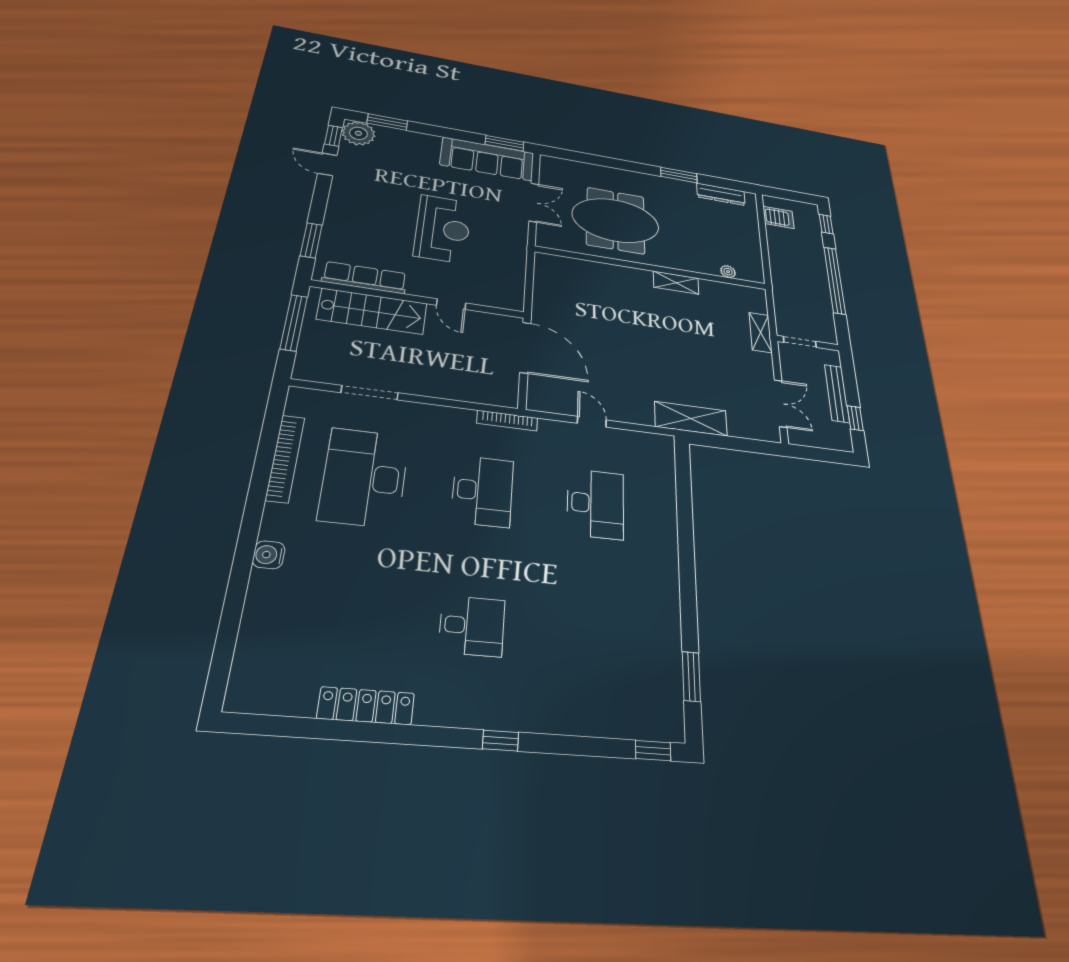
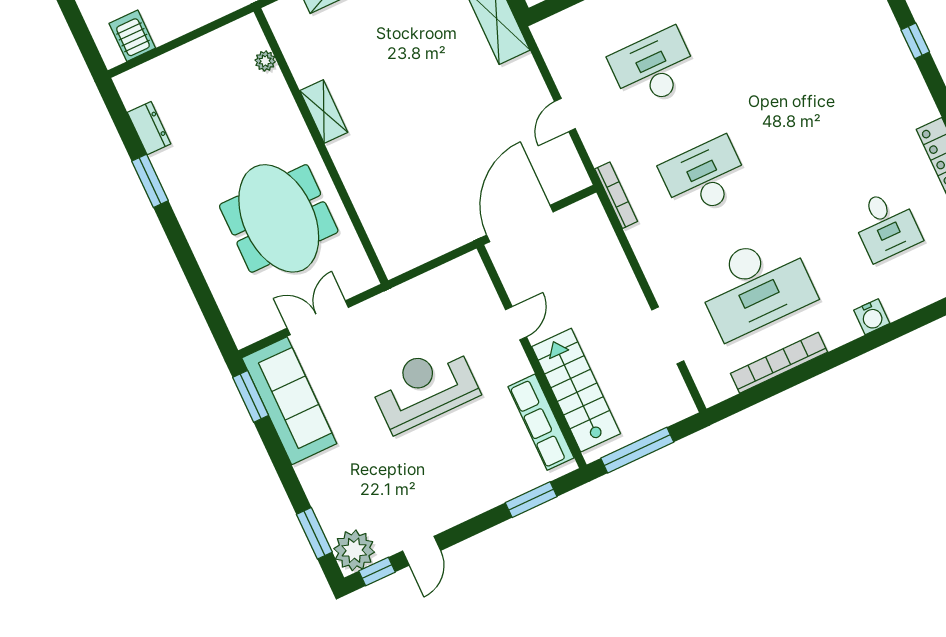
dresser: (721, 194) -> (149, 128), width x0.70
desk: (472, 626) -> (886, 225), moved, turned 180

